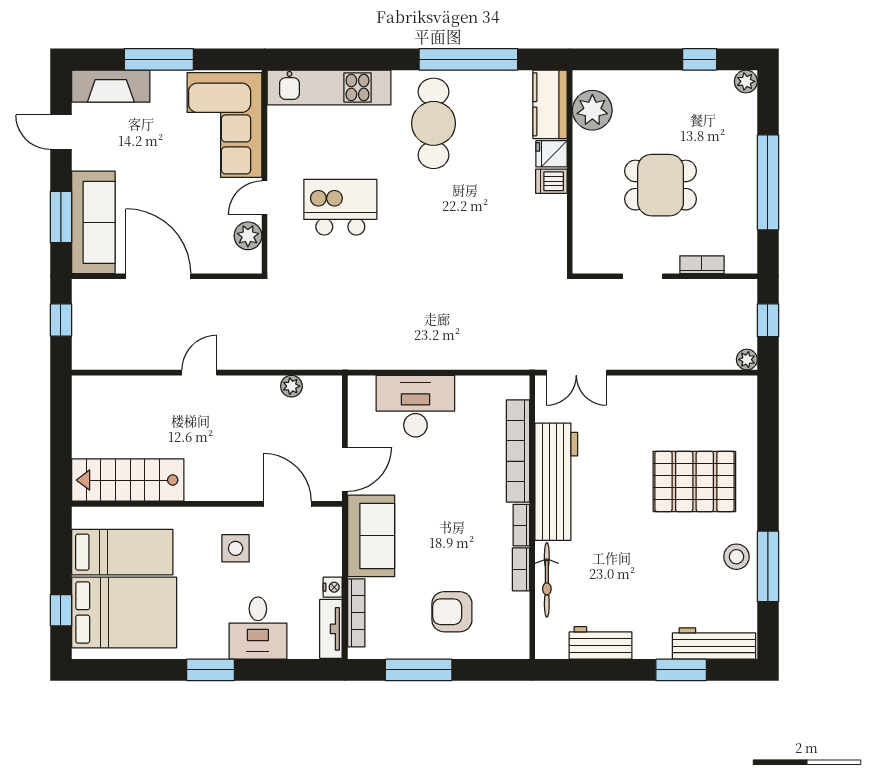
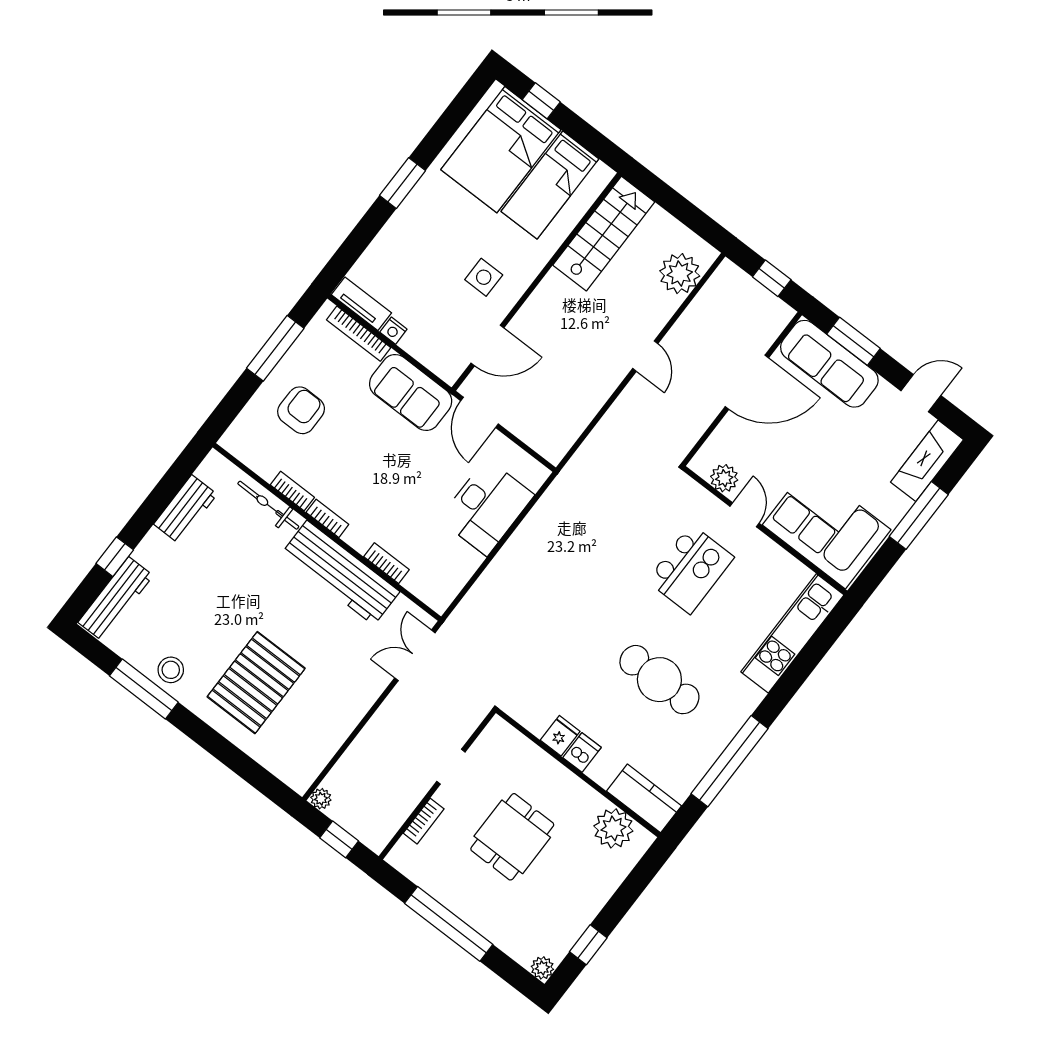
cafe table: (434, 123) -> (659, 680), moved
fridge: (551, 154) -> (560, 736), moved
plant: (291, 386) -> (680, 274), moved, width x1.87, depth x1.87
bookcase: (518, 451) -> (386, 563), width x0.43, depth x0.76
desk: (258, 628) -> (407, 246), removed
window: (681, 670) -> (115, 557), width x0.67

